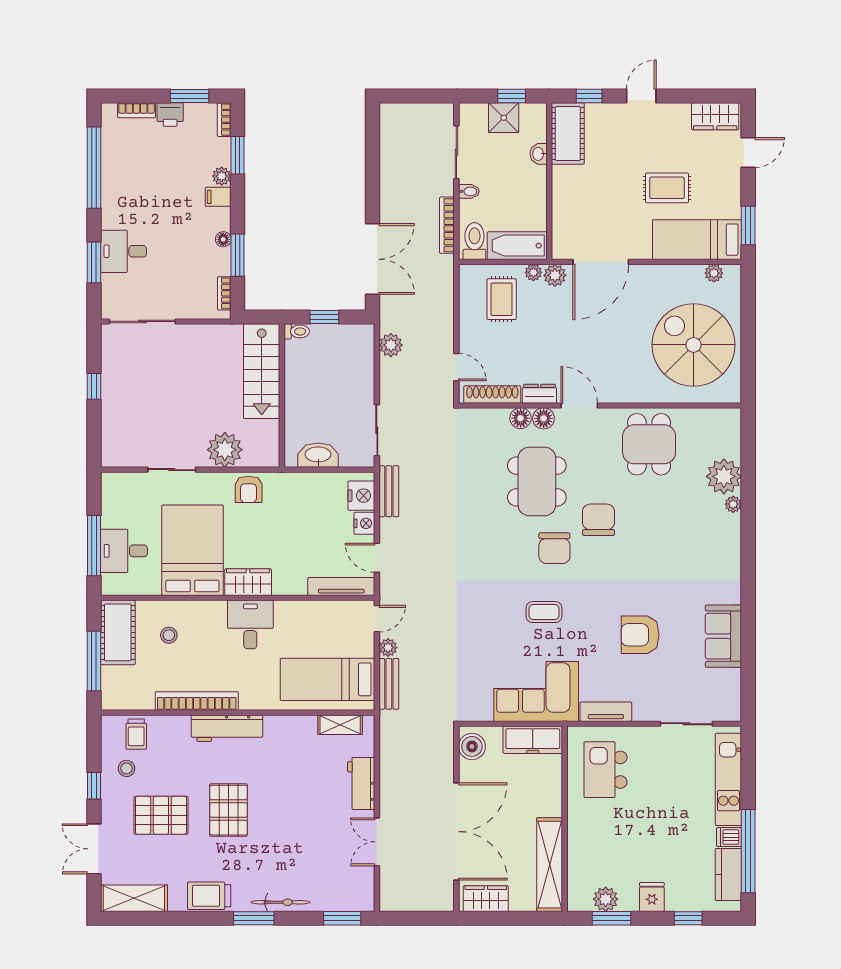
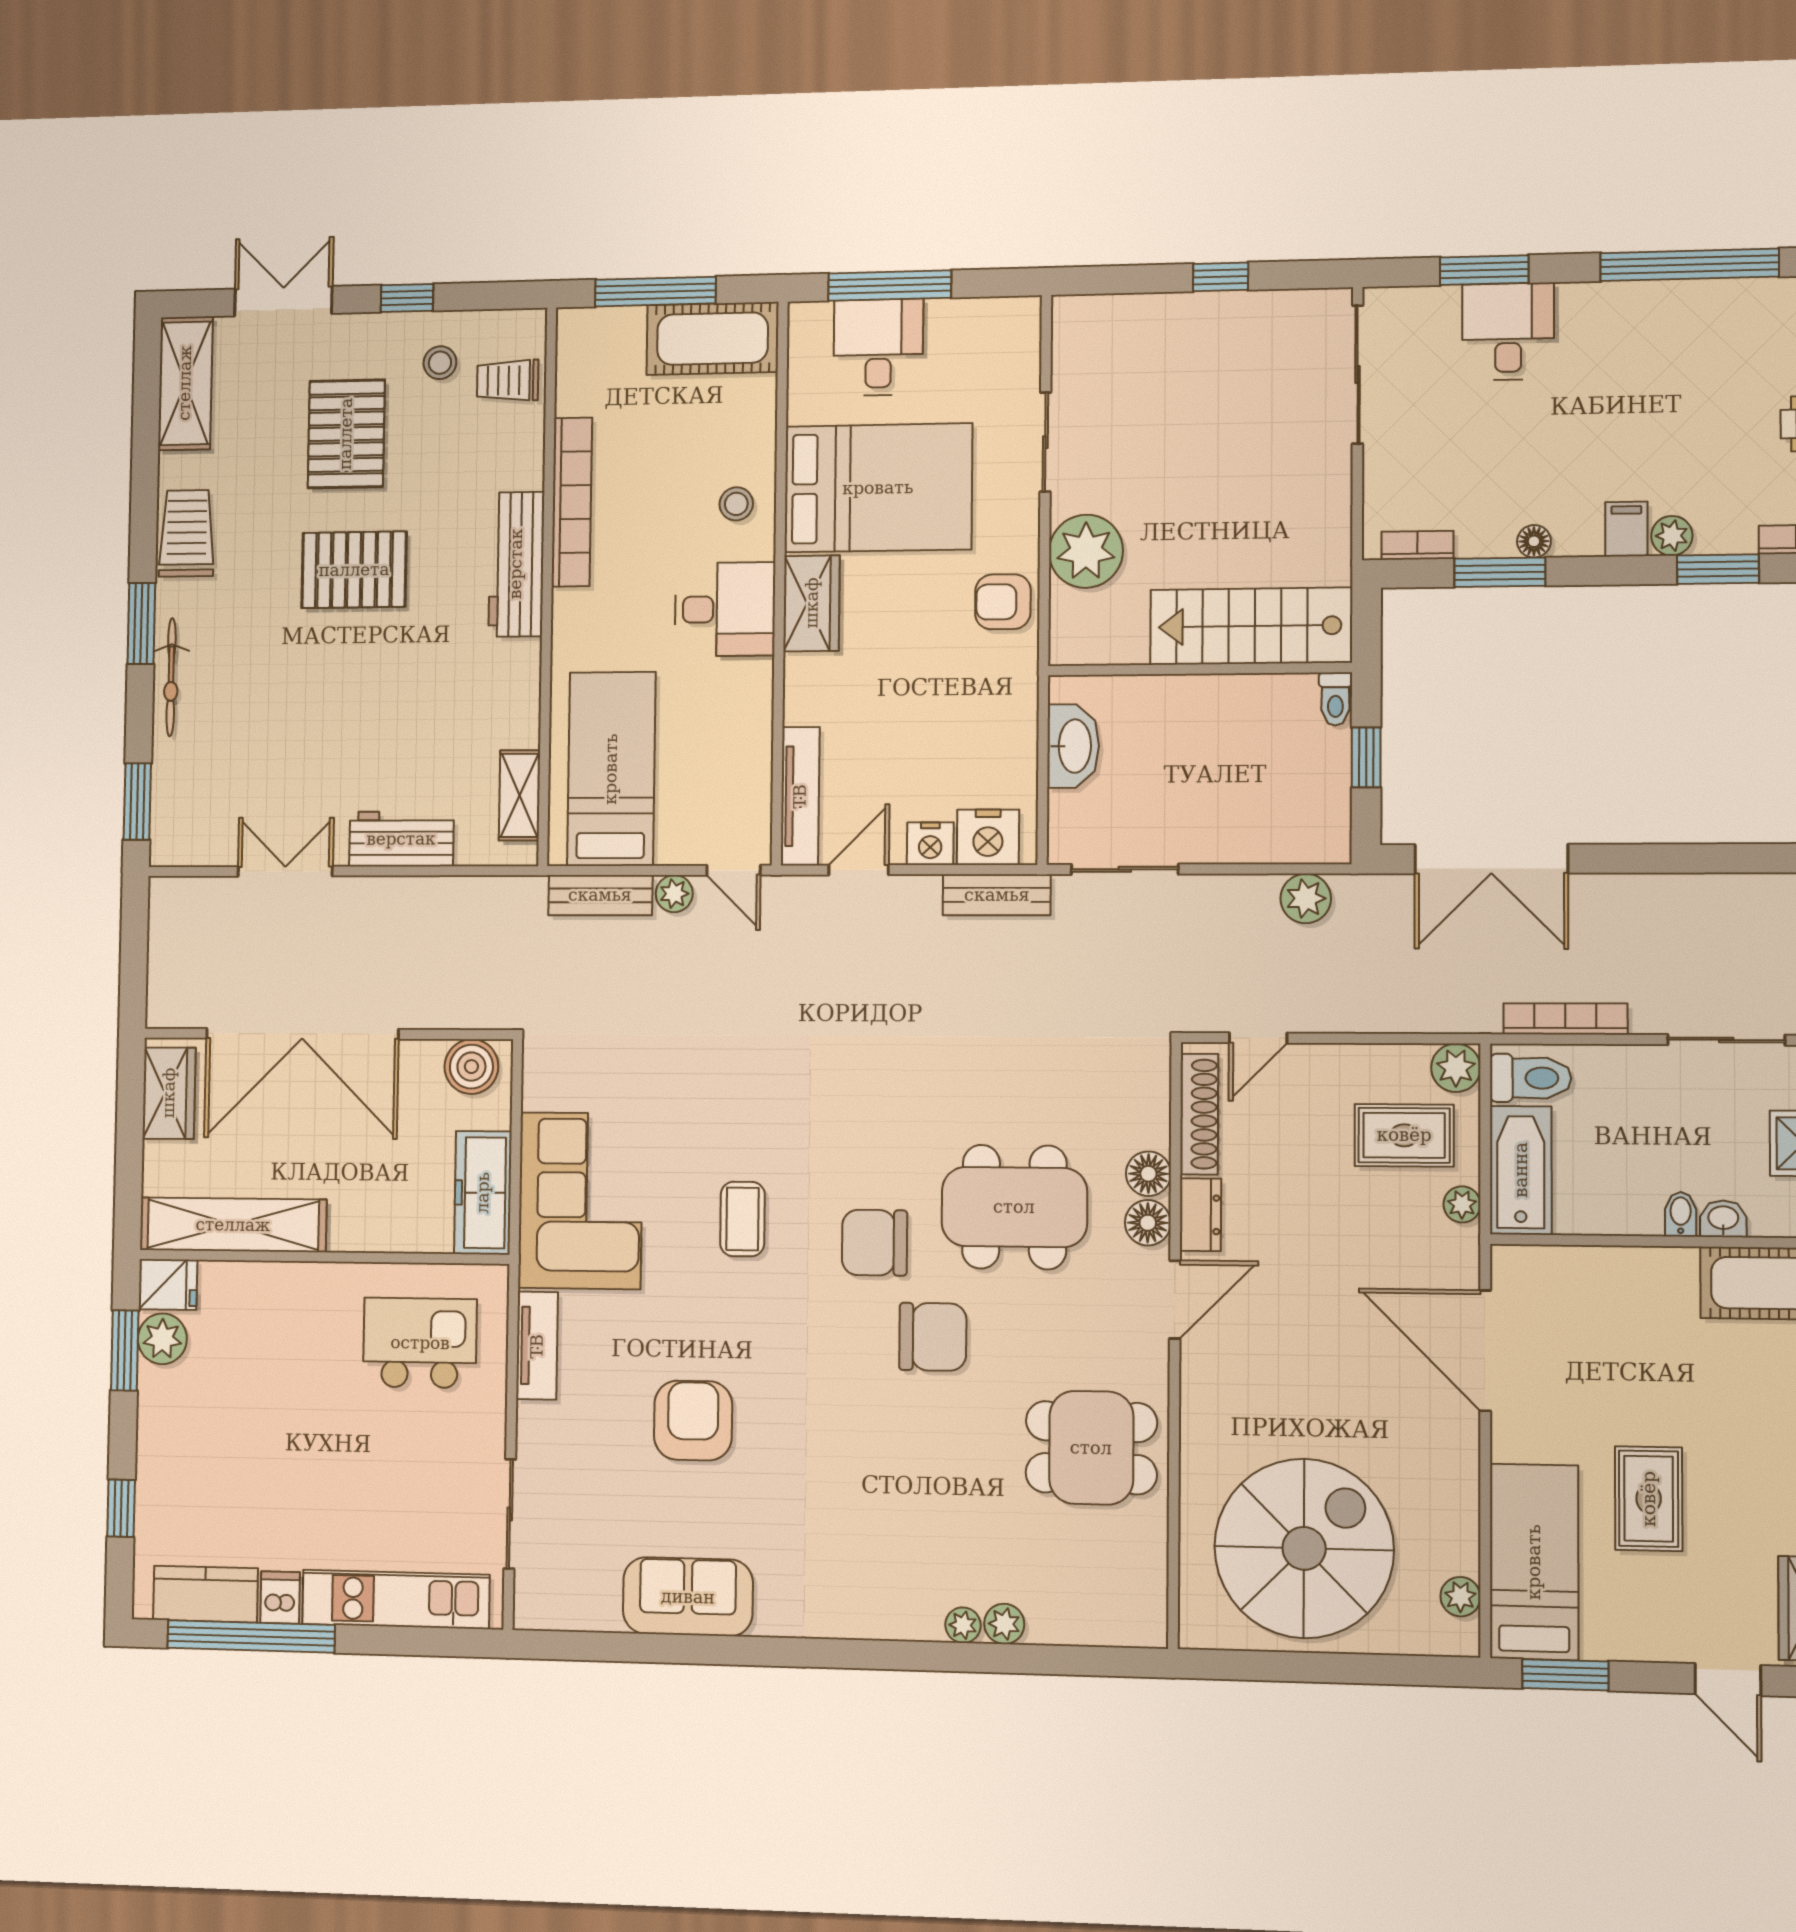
bidet: (469, 191) -> (1681, 1214), moved, turned 180
plant: (555, 275) -> (1456, 1068), moved
plant: (724, 476) -> (1004, 1624), width x0.53, depth x0.53
stool: (169, 635) -> (736, 504), moved
fridge: (652, 897) -> (168, 1285), moved

